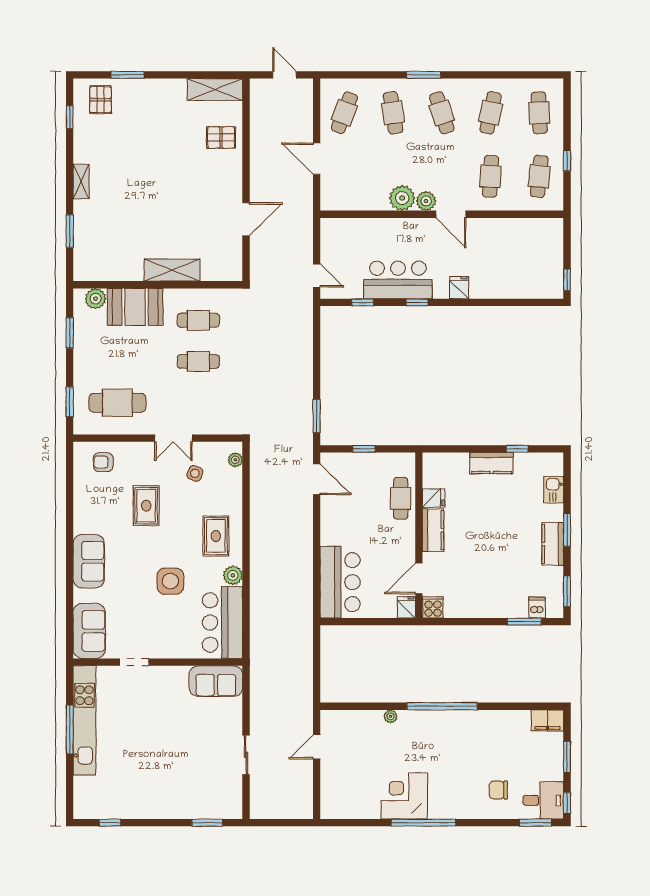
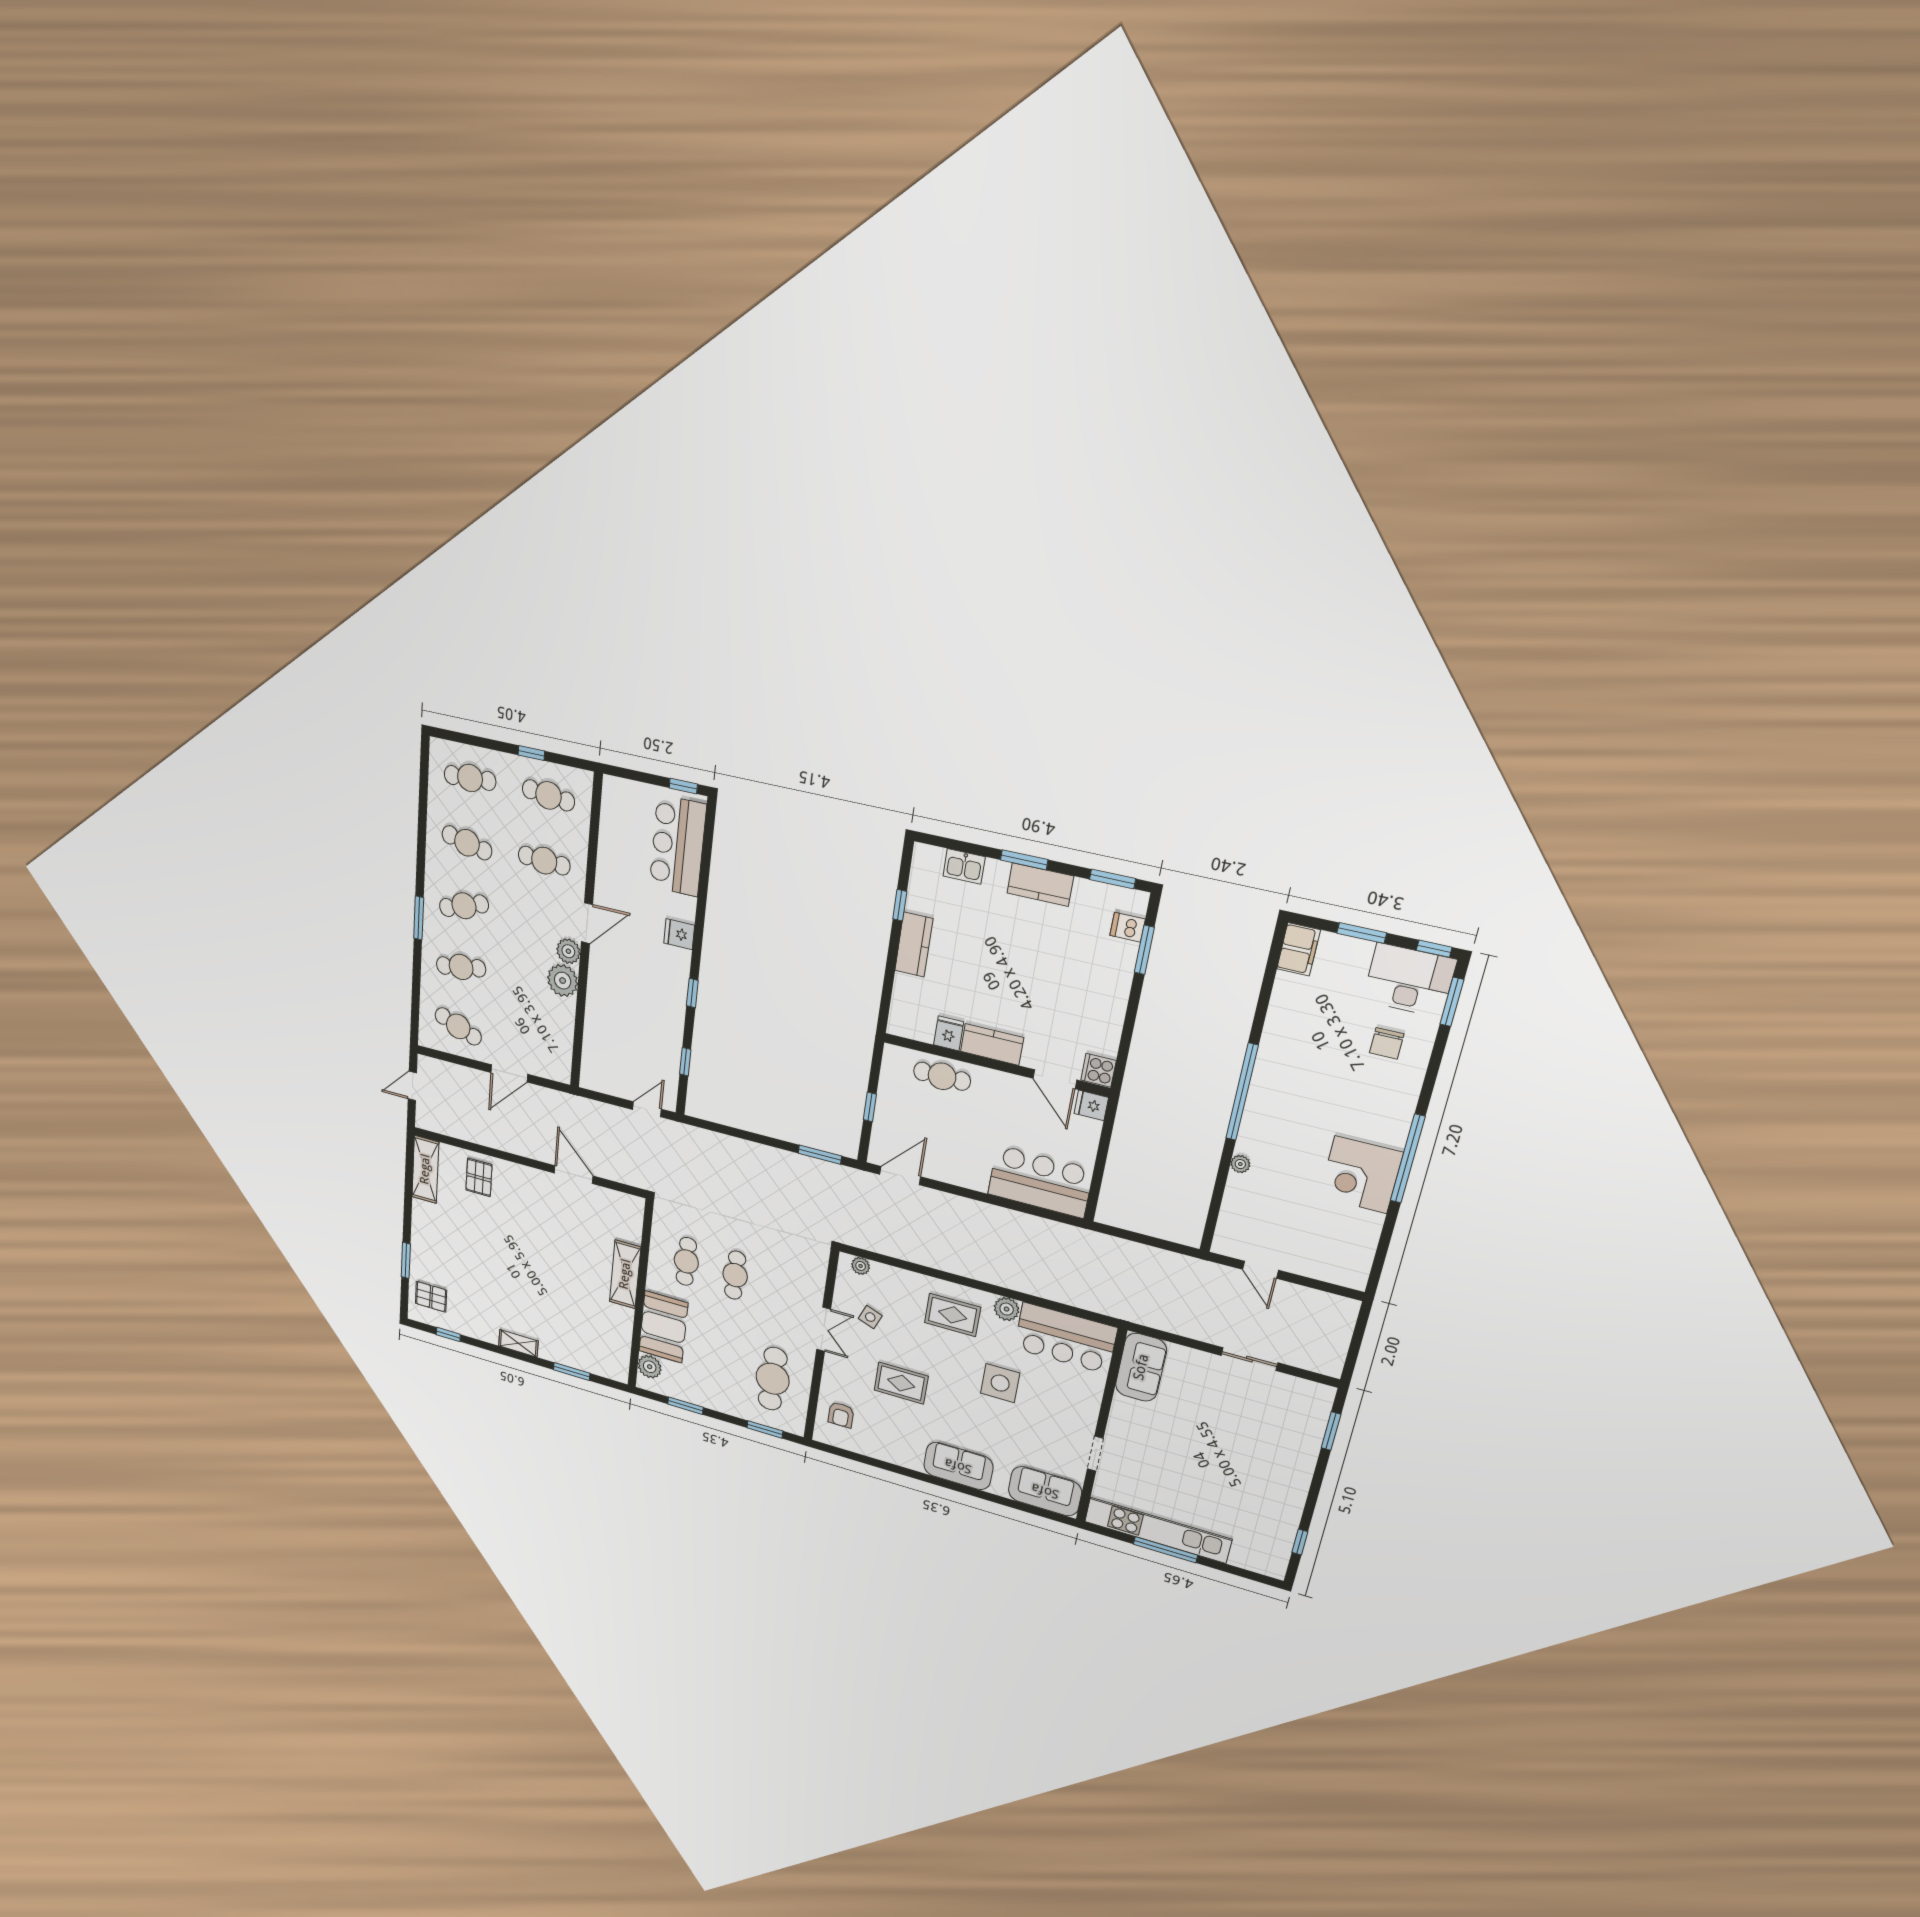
bar counter: (398, 280) -> (678, 846), moved
desk: (543, 800) -> (1409, 980), width x1.37

